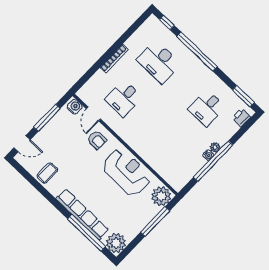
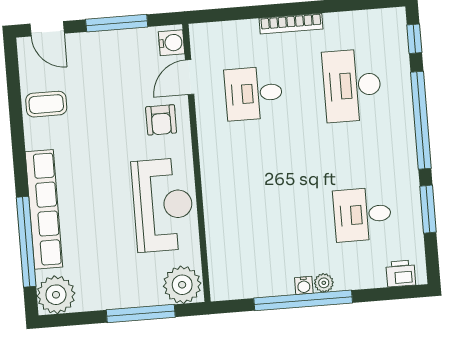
window: (243, 96) -> (428, 209), moved

